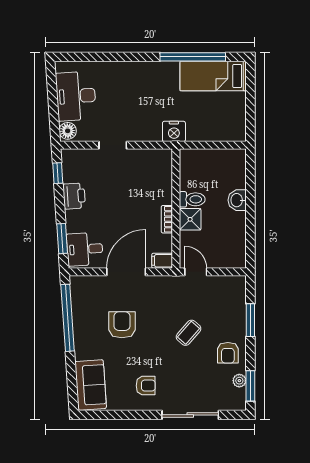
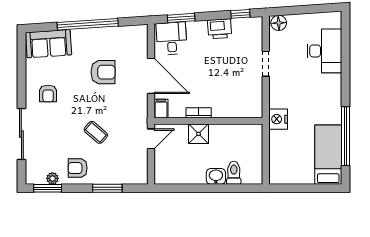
desk: (76, 96) -> (324, 51), moved, turned 94
toilet: (192, 199) -> (234, 173), moved, turned 180
window: (68, 318) -> (88, 24), moved

